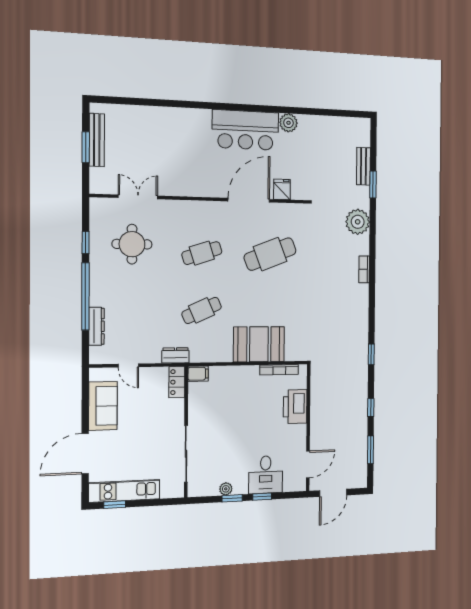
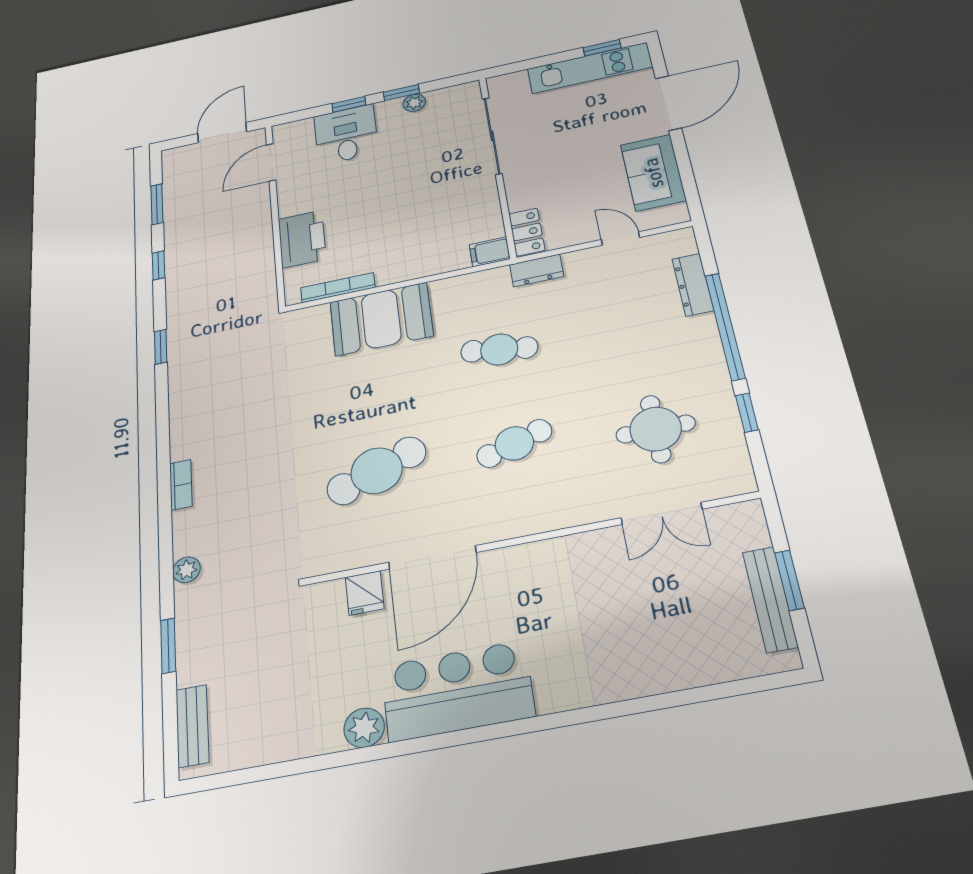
bench: (363, 166) -> (192, 726), moved
plant: (358, 222) -> (186, 570), width x0.53, depth x0.53
cafe table: (202, 310) -> (499, 349), turned 33

